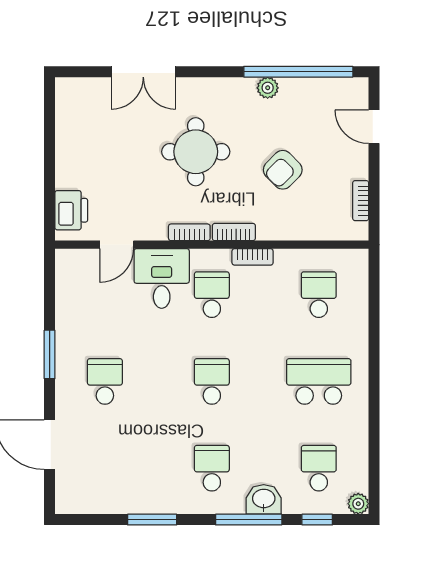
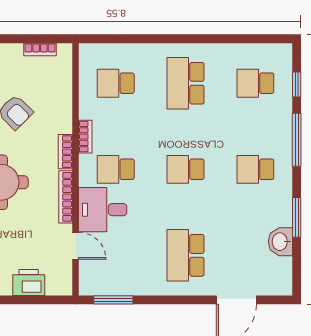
printer: (71, 210) -> (29, 282), moved
bookcase: (189, 232) -> (66, 197), width x1.56
window: (50, 354) -> (113, 300), moved
school desk: (105, 381) -> (186, 255), width x1.85
washbasin: (264, 499) -> (280, 242), moved
plant: (358, 504) -> (284, 51), removed

